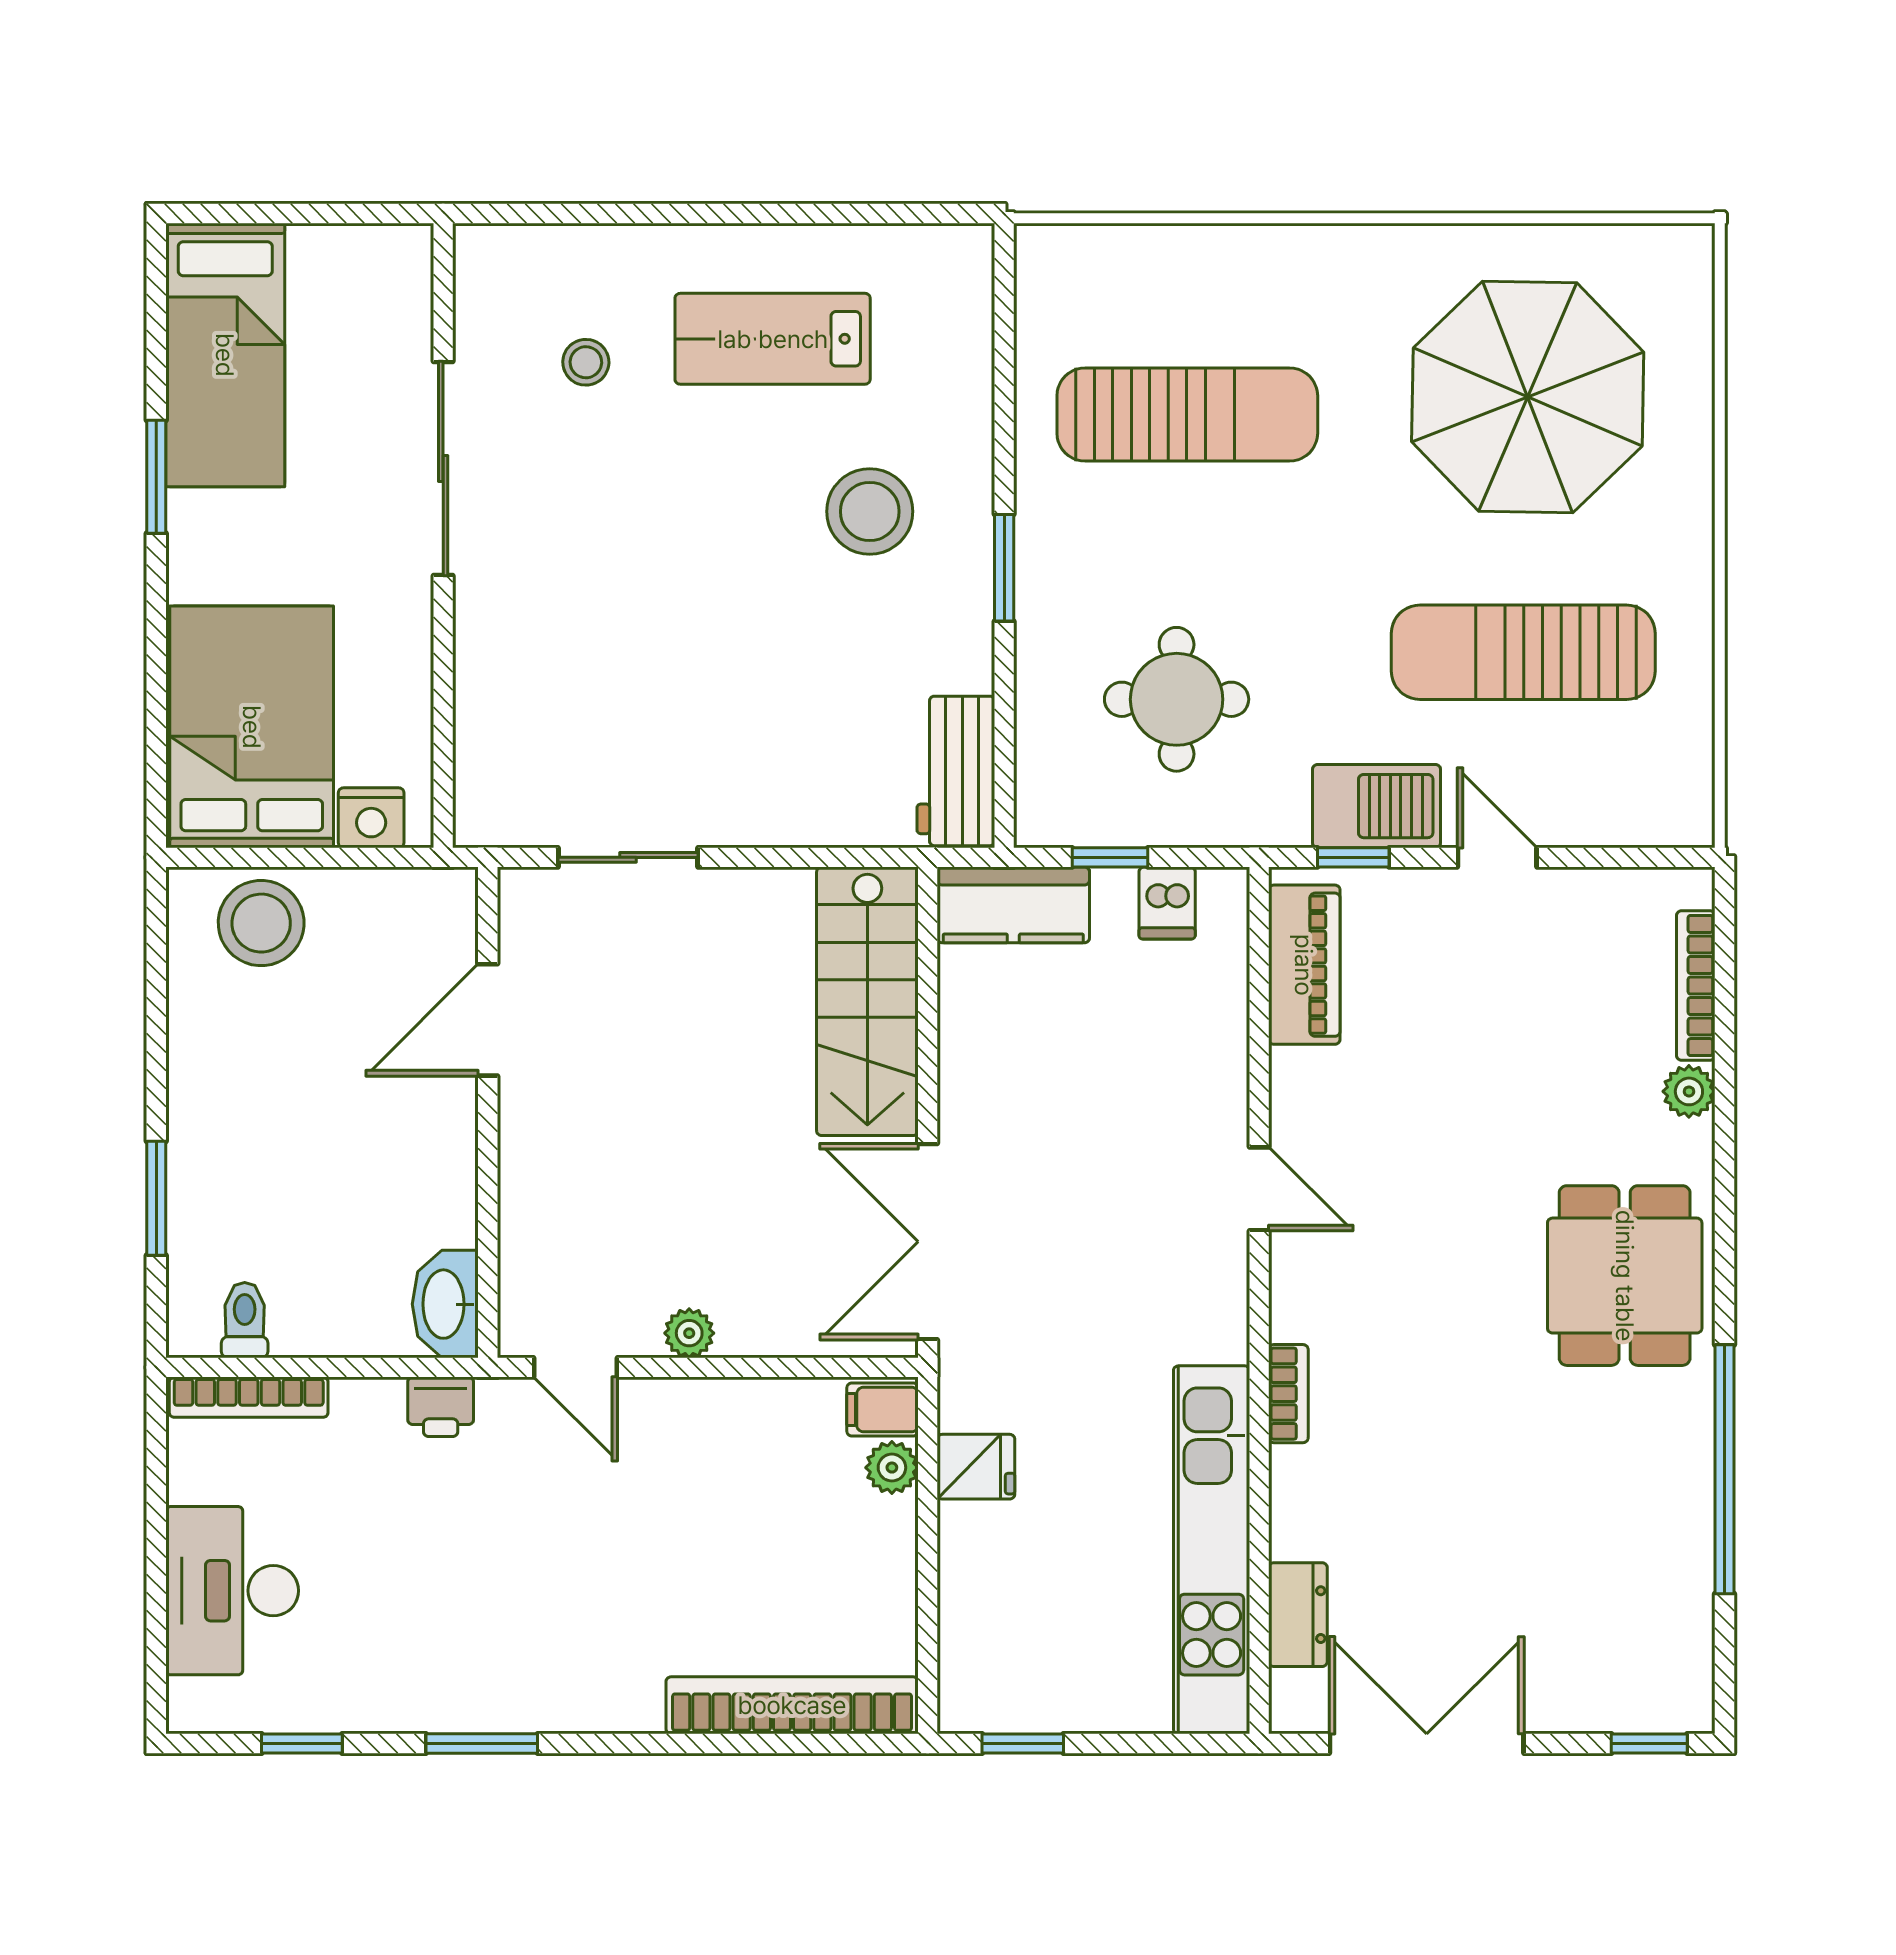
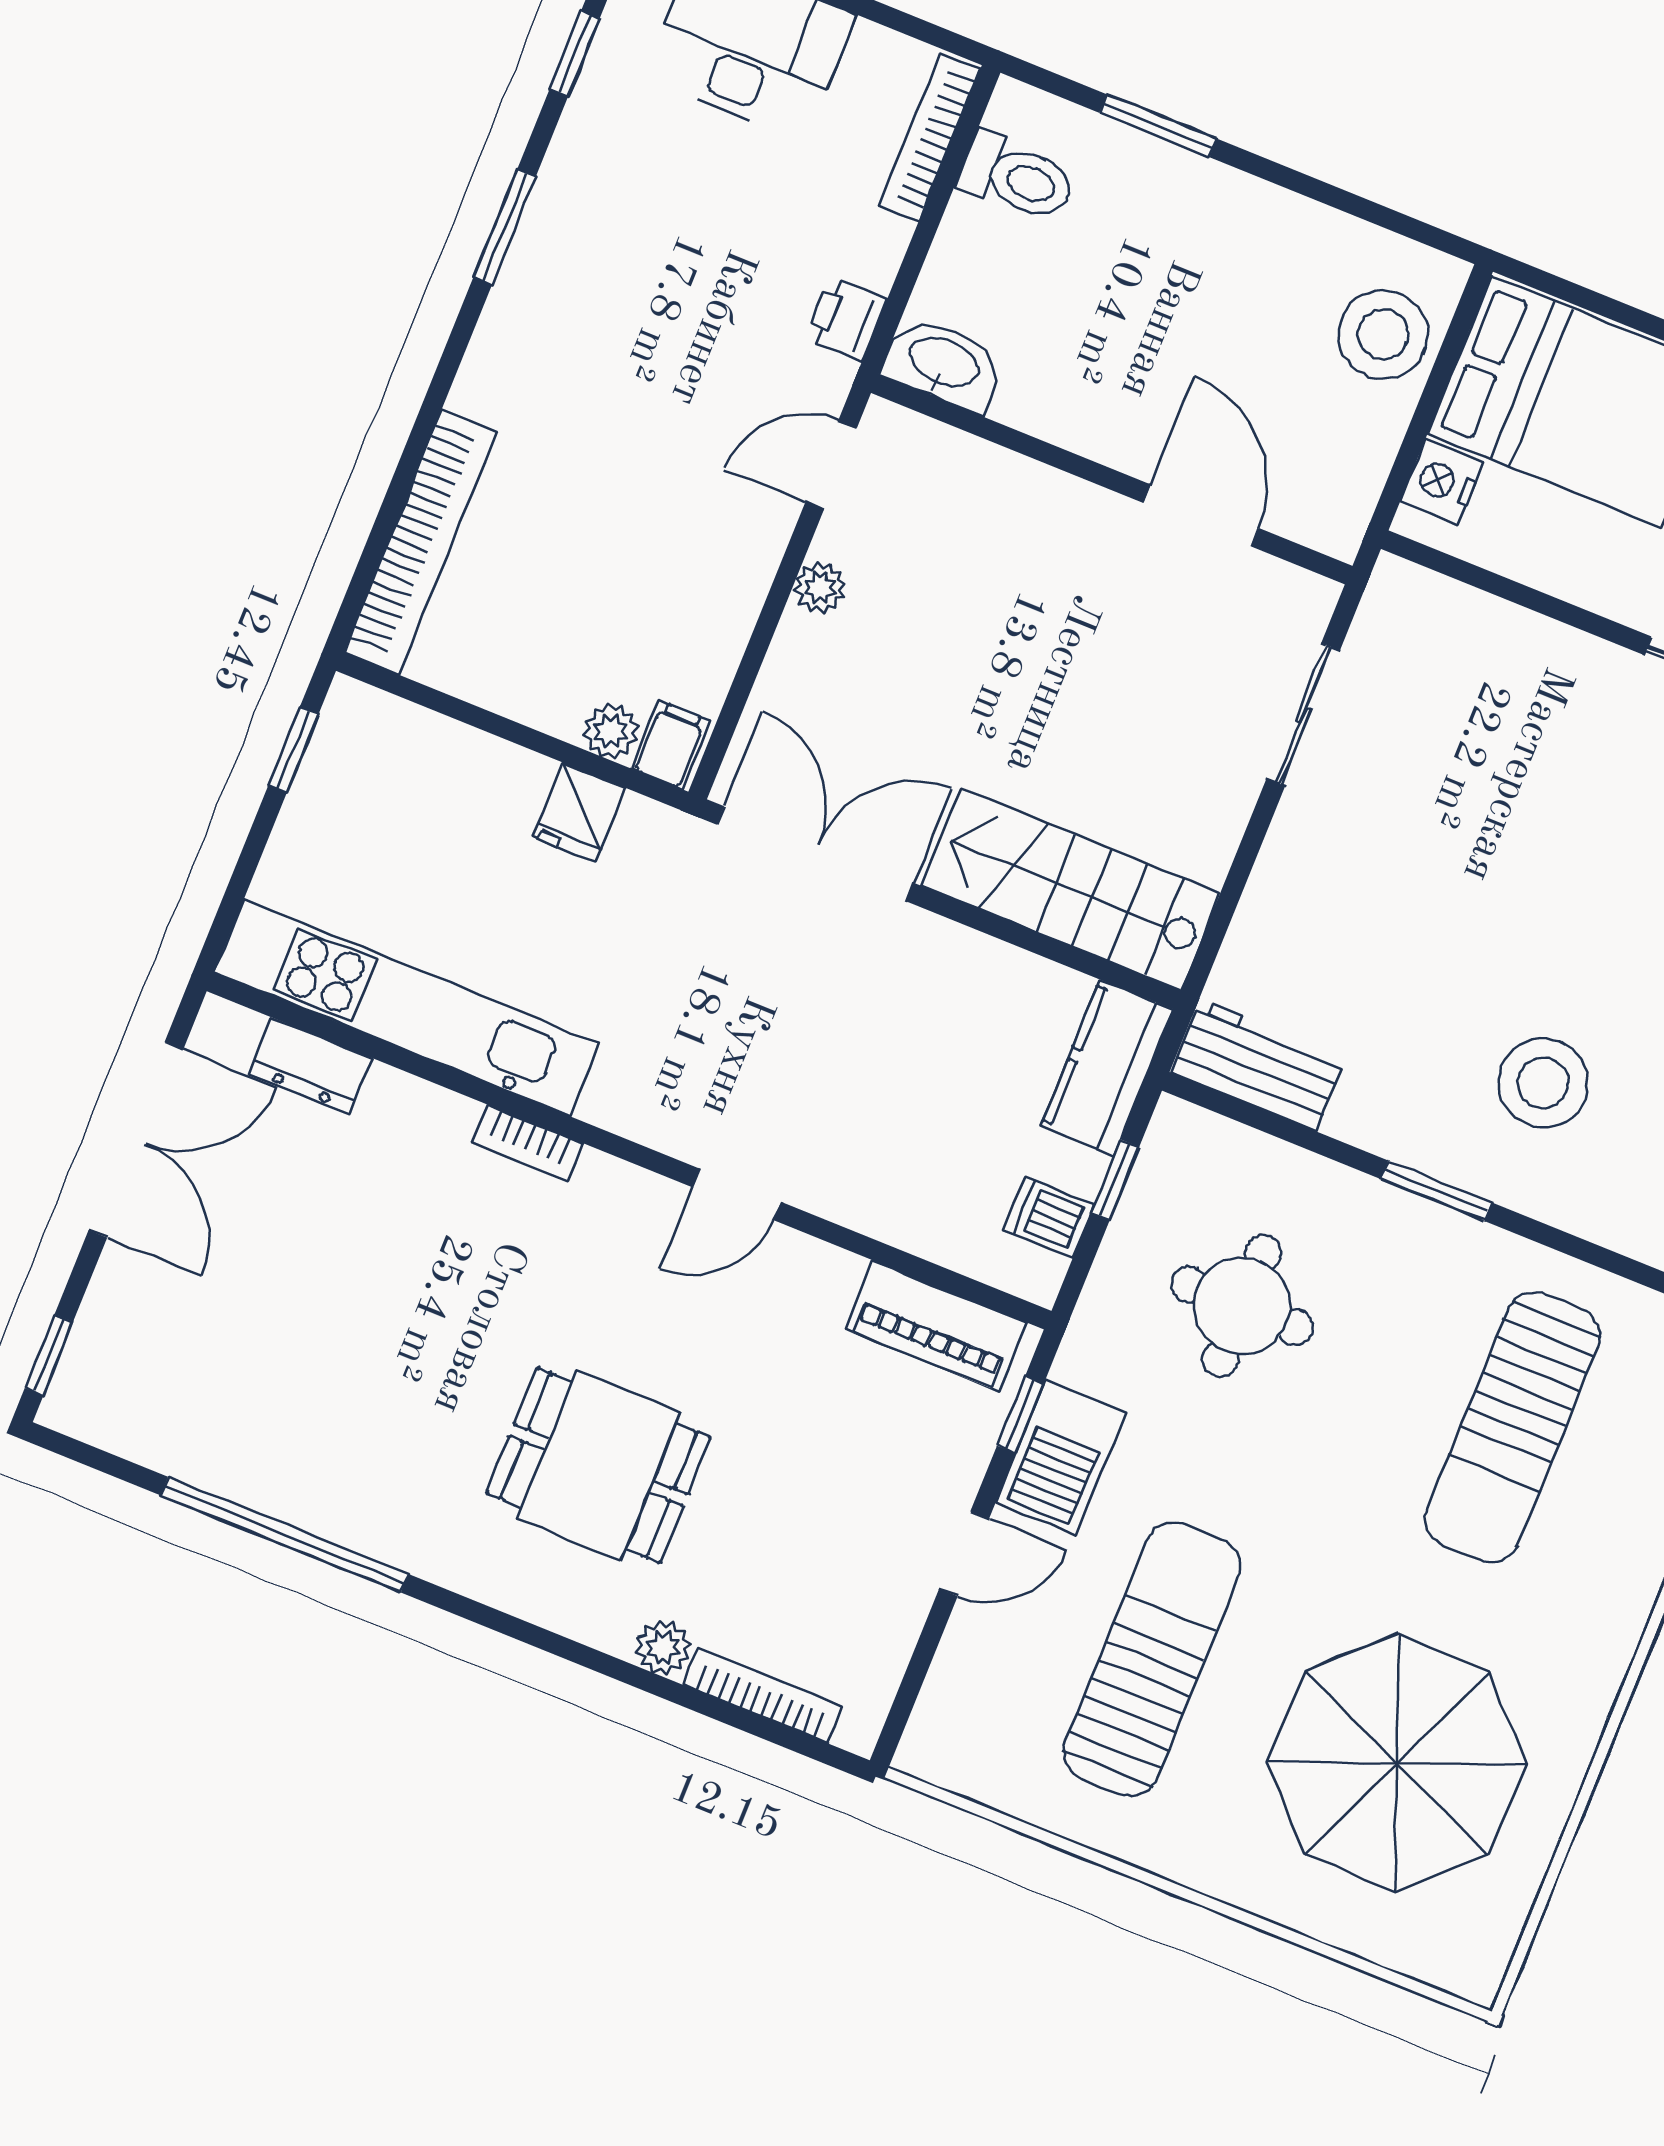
dining table: (1625, 1276) -> (599, 1465), moved
toilet: (245, 1320) -> (1017, 178), width x1.37, depth x1.39

